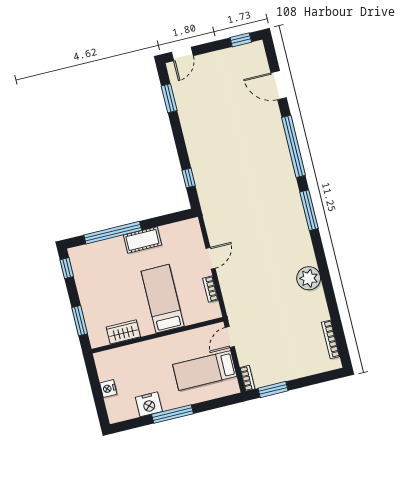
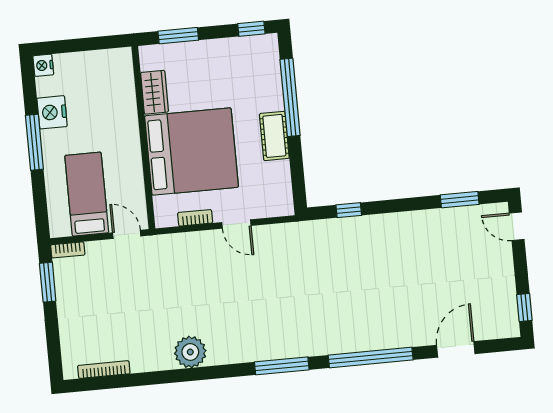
bed: (163, 299) -> (192, 152), width x2.04
nightstand: (108, 389) -> (43, 65), moved, turned -90

